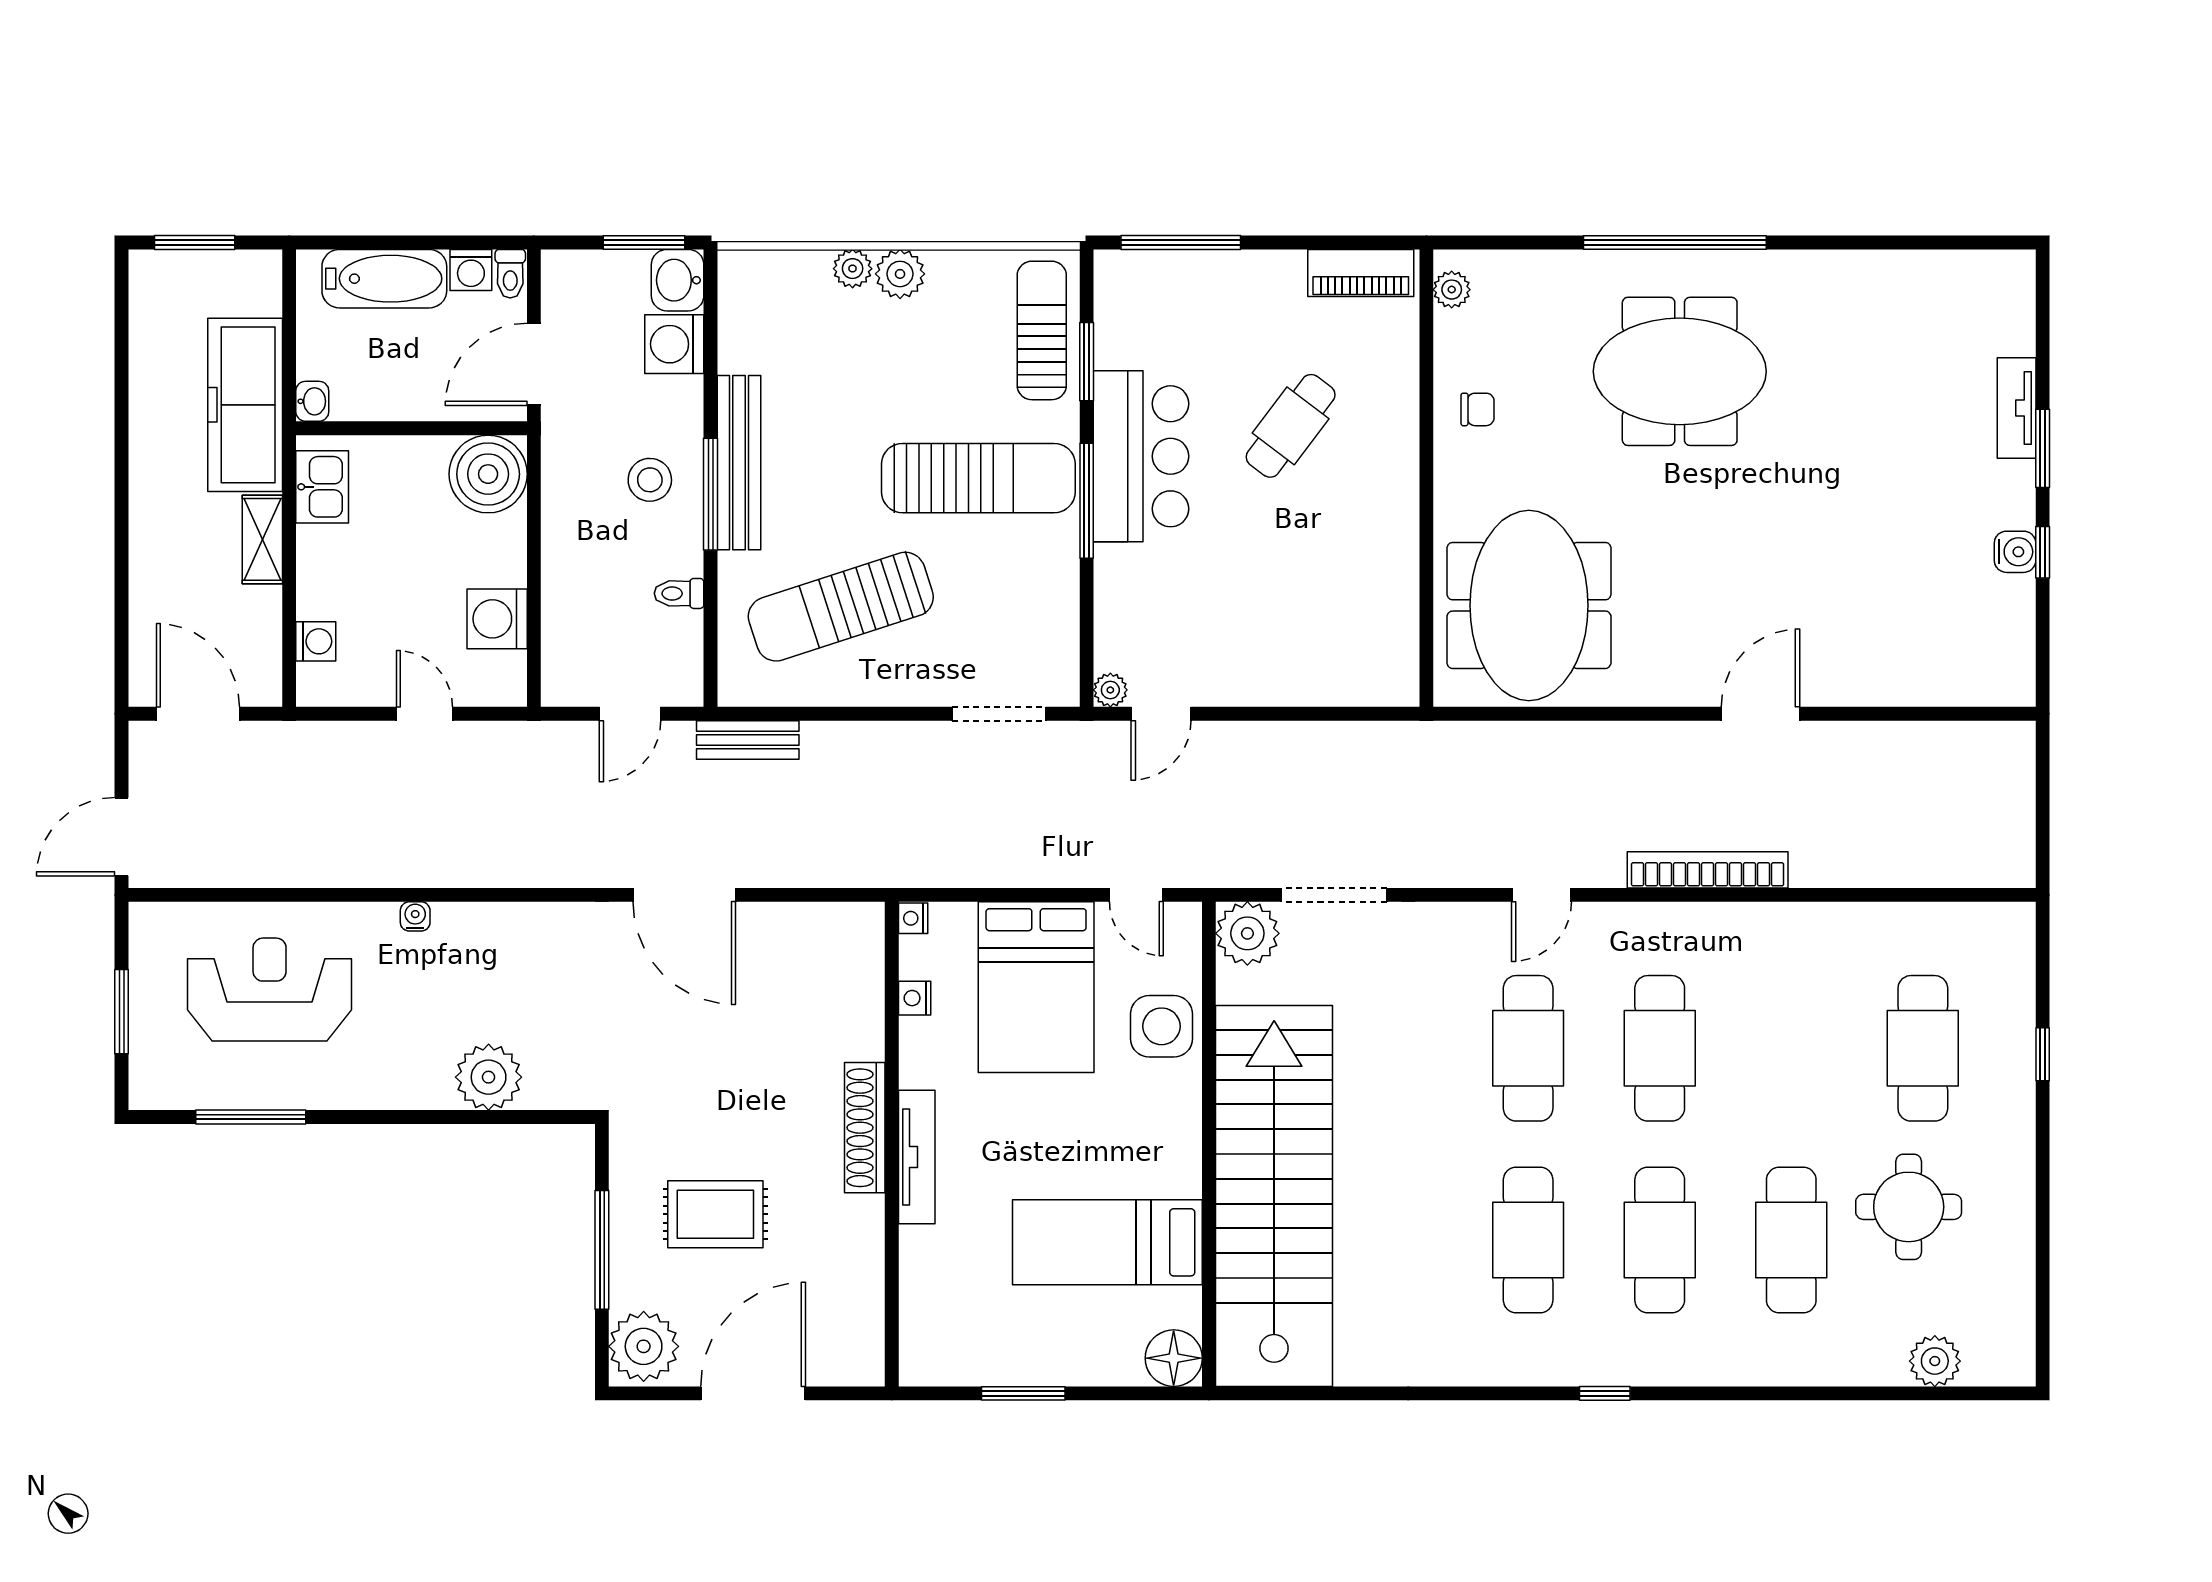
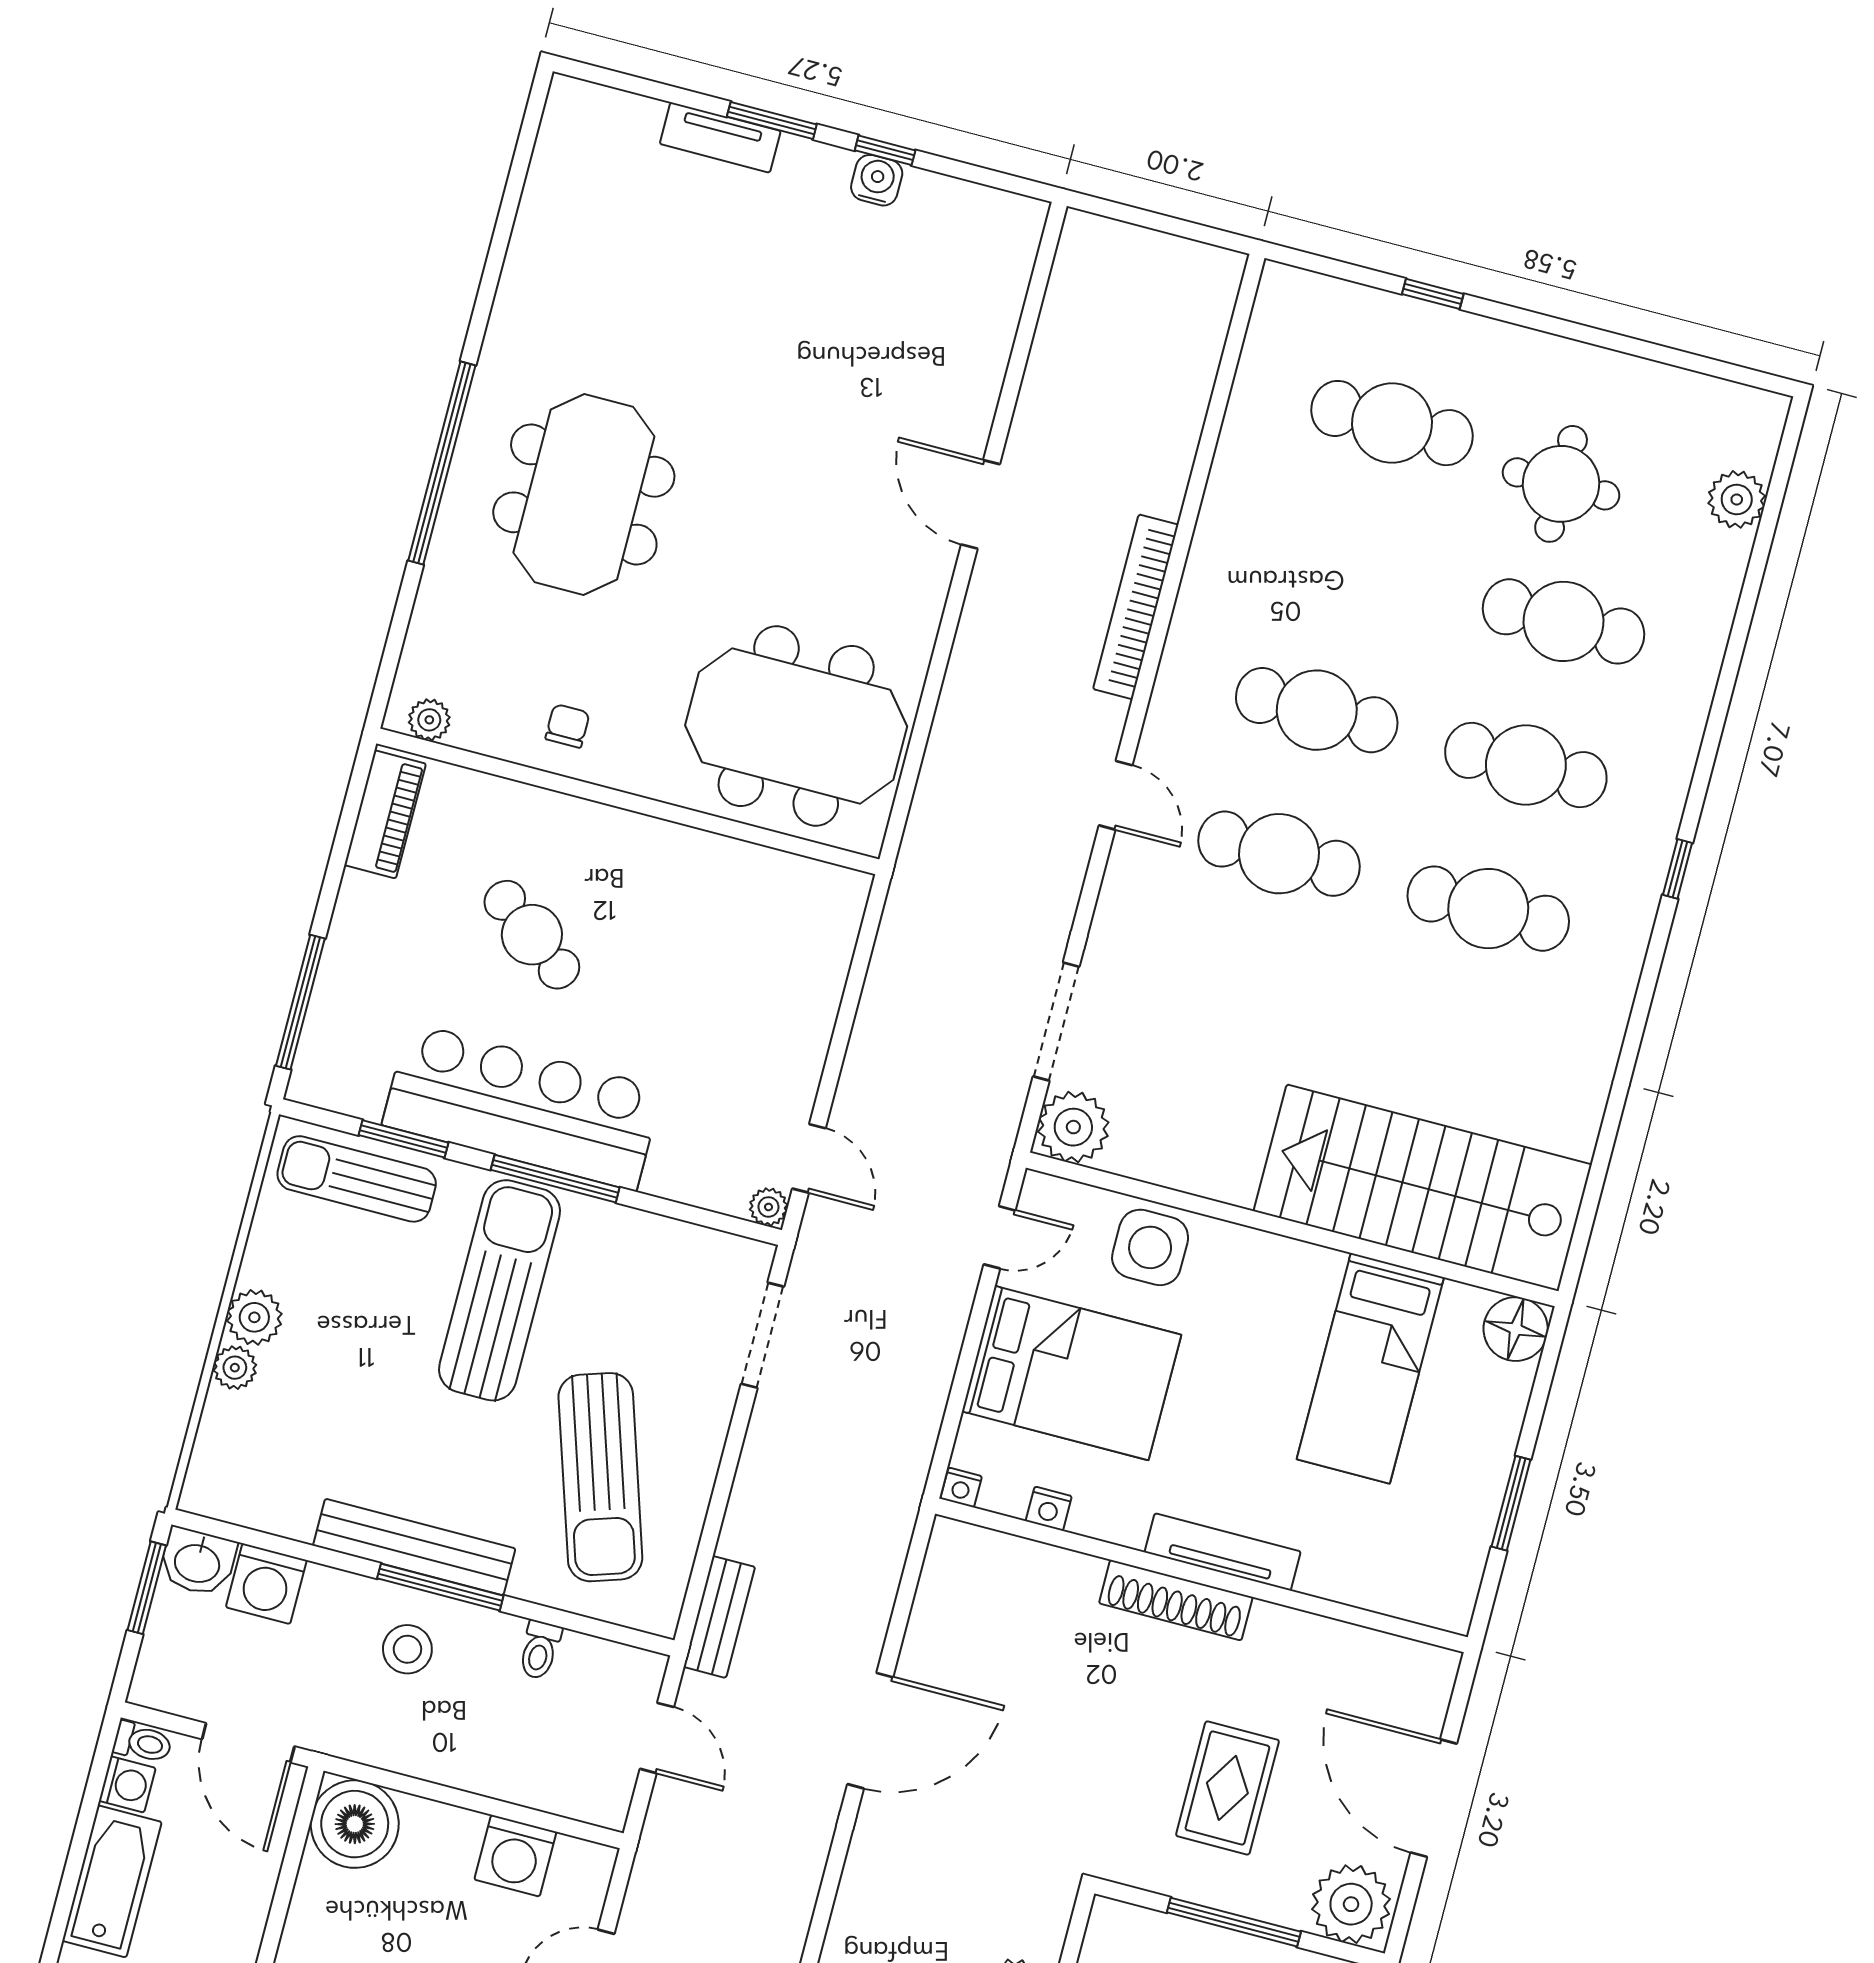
bar counter: (1141, 456) -> (522, 1107), width x1.36
stairs: (1274, 1196) -> (1423, 1188), width x0.73

